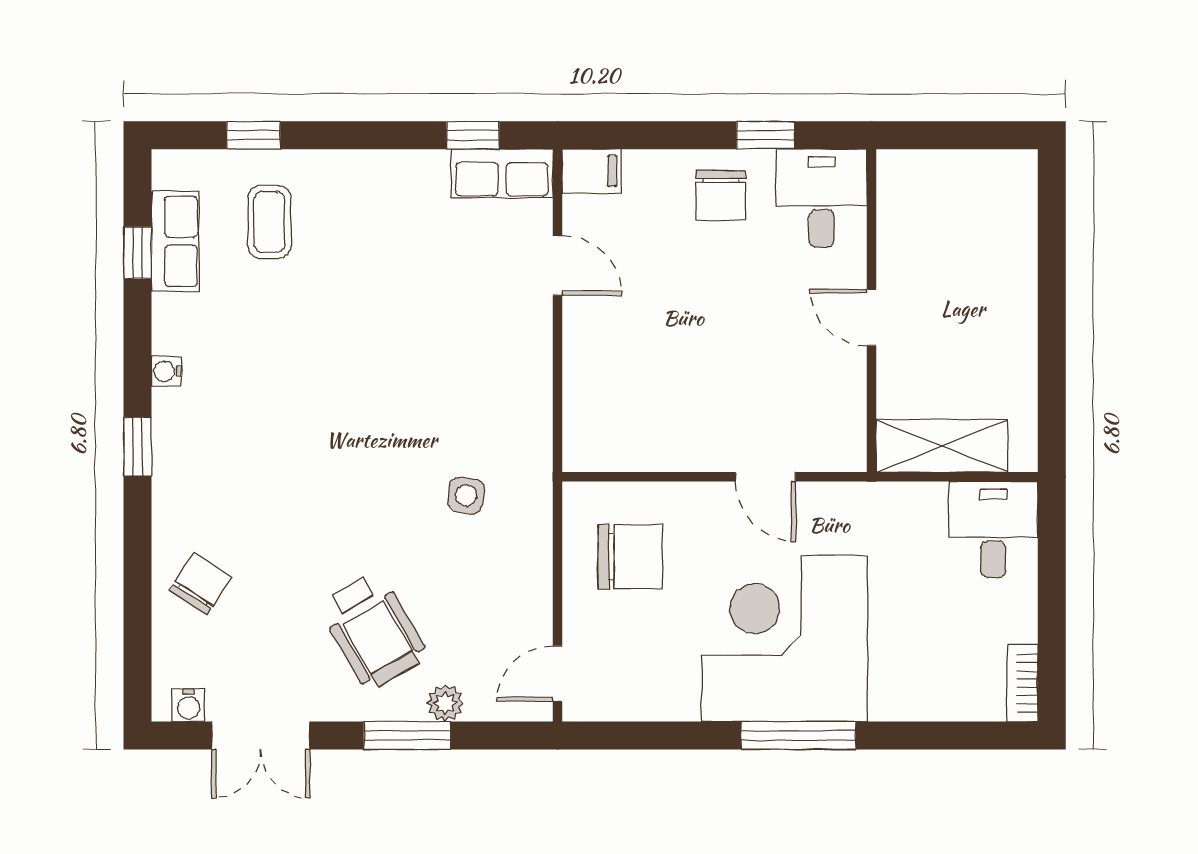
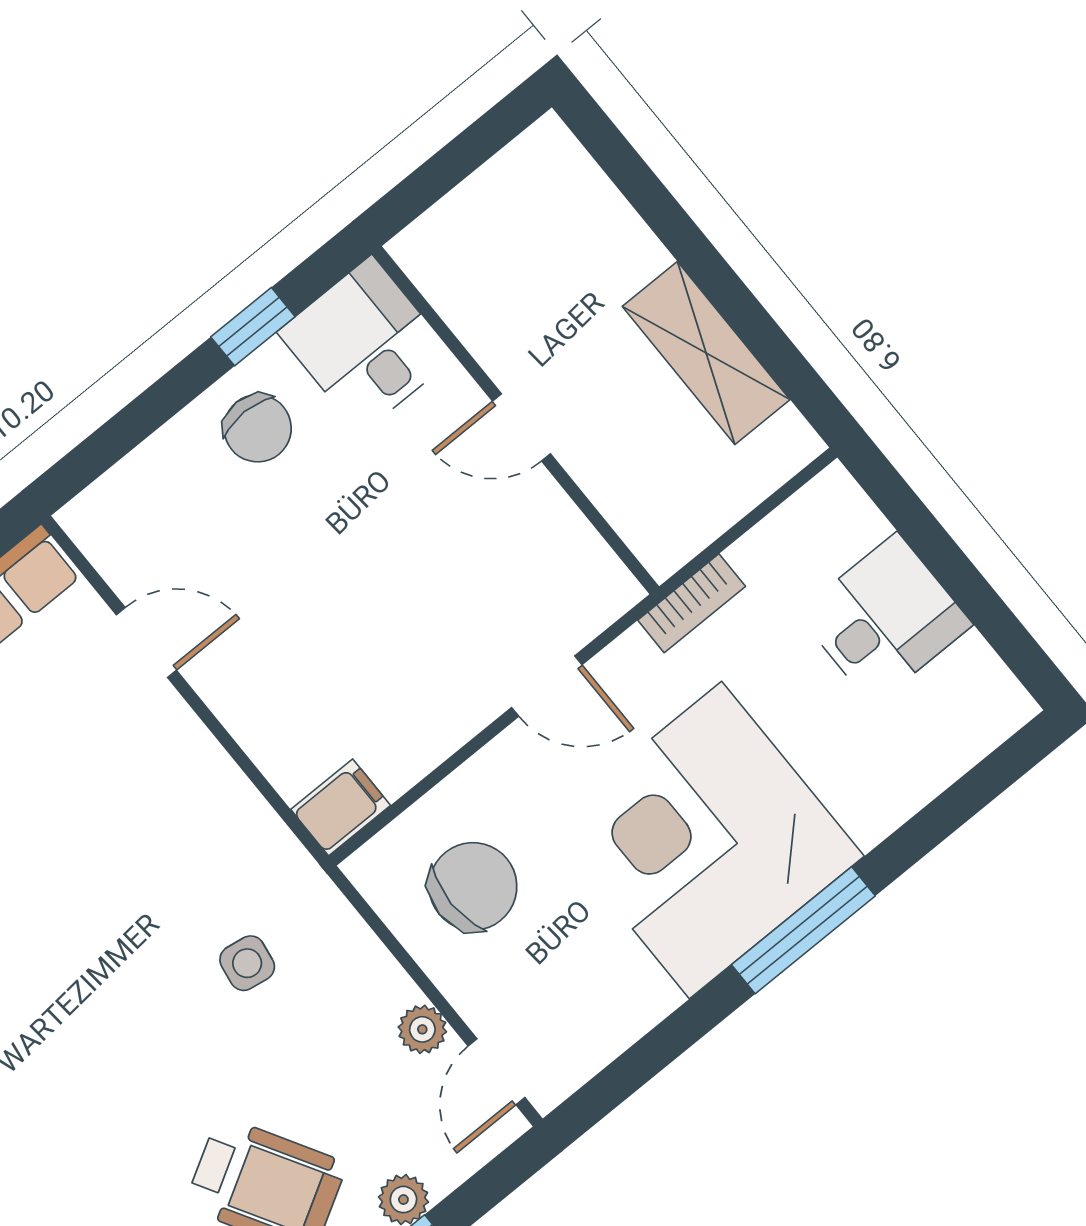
filing cabinet: (592, 171) -> (341, 807), moved
shelving: (942, 446) -> (706, 353), moved, turned 90
desk: (993, 530) -> (885, 619), moved, turned 90
plant: (535, 615) -> (422, 1029), added
bookcase: (1022, 683) -> (692, 603), moved, turned -90

